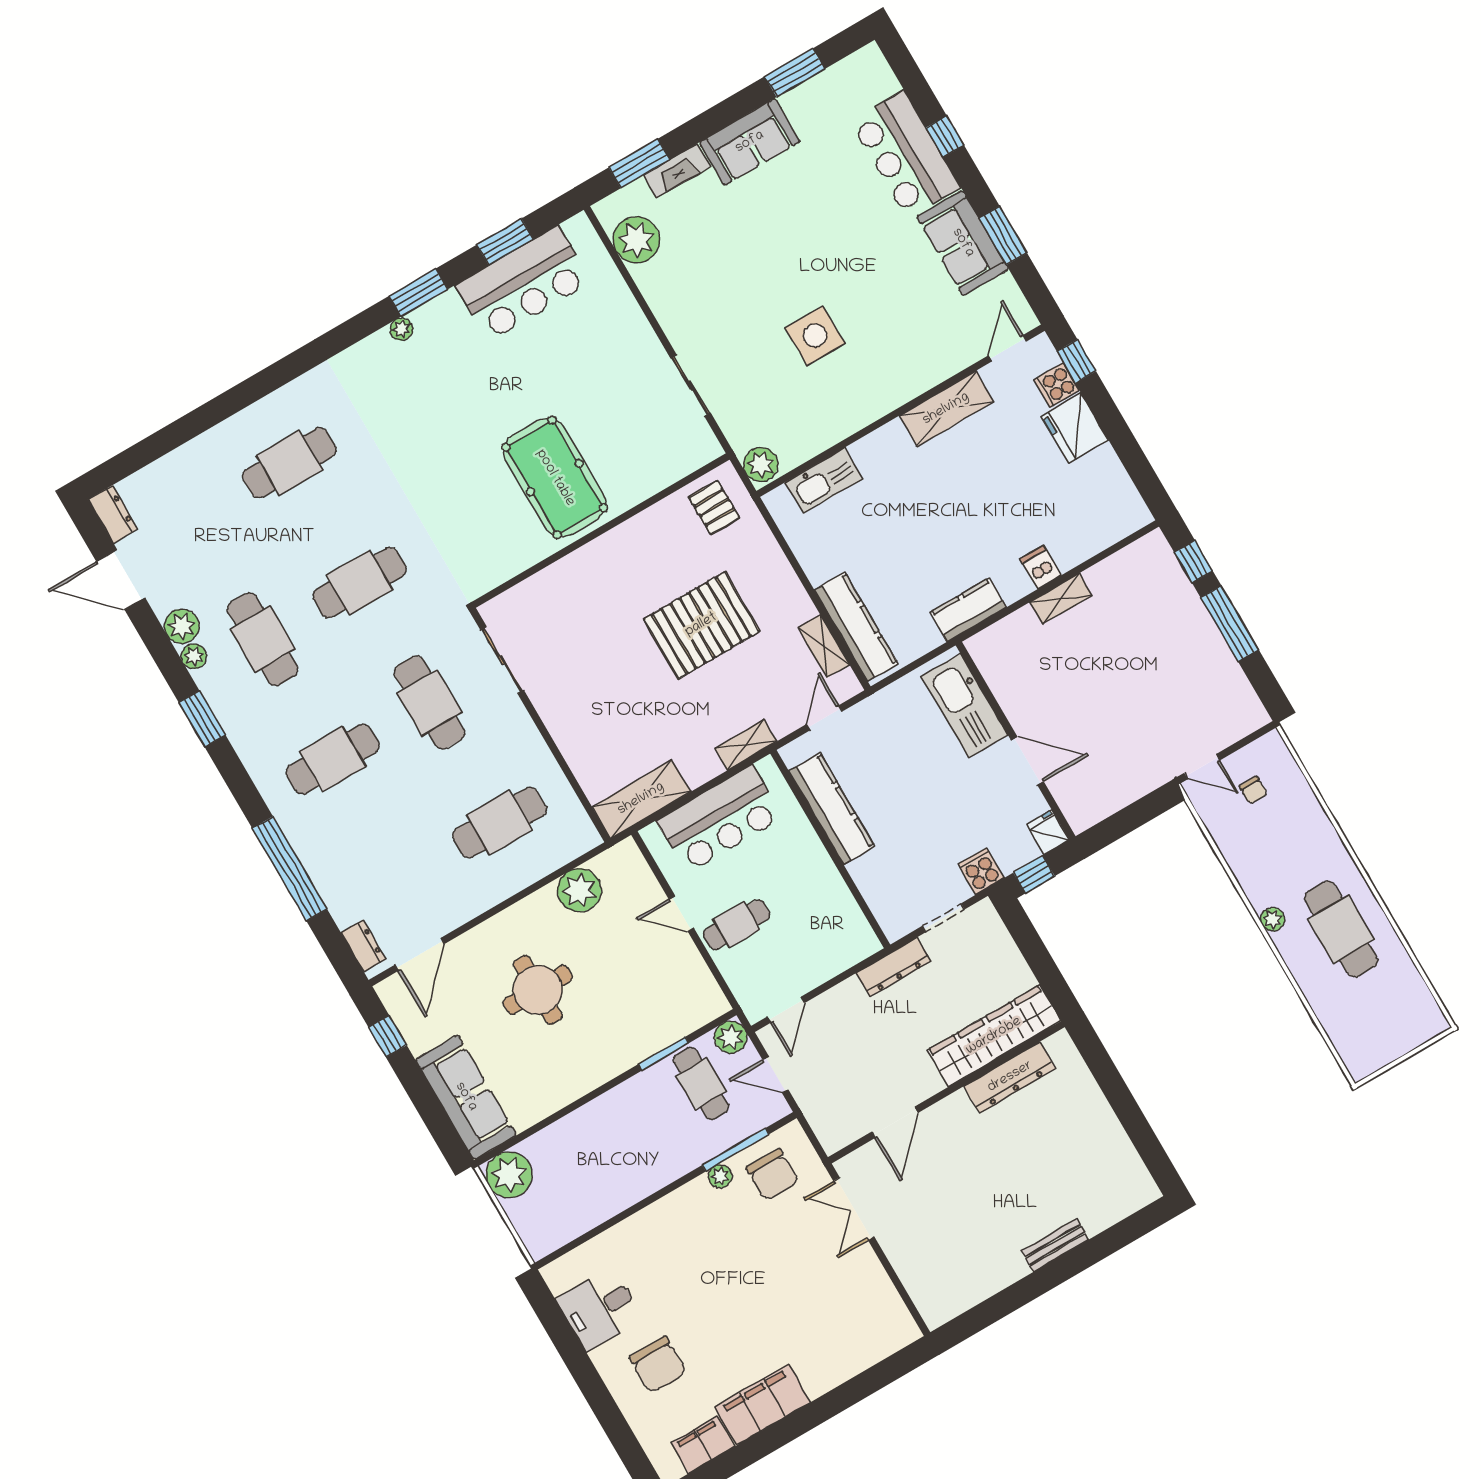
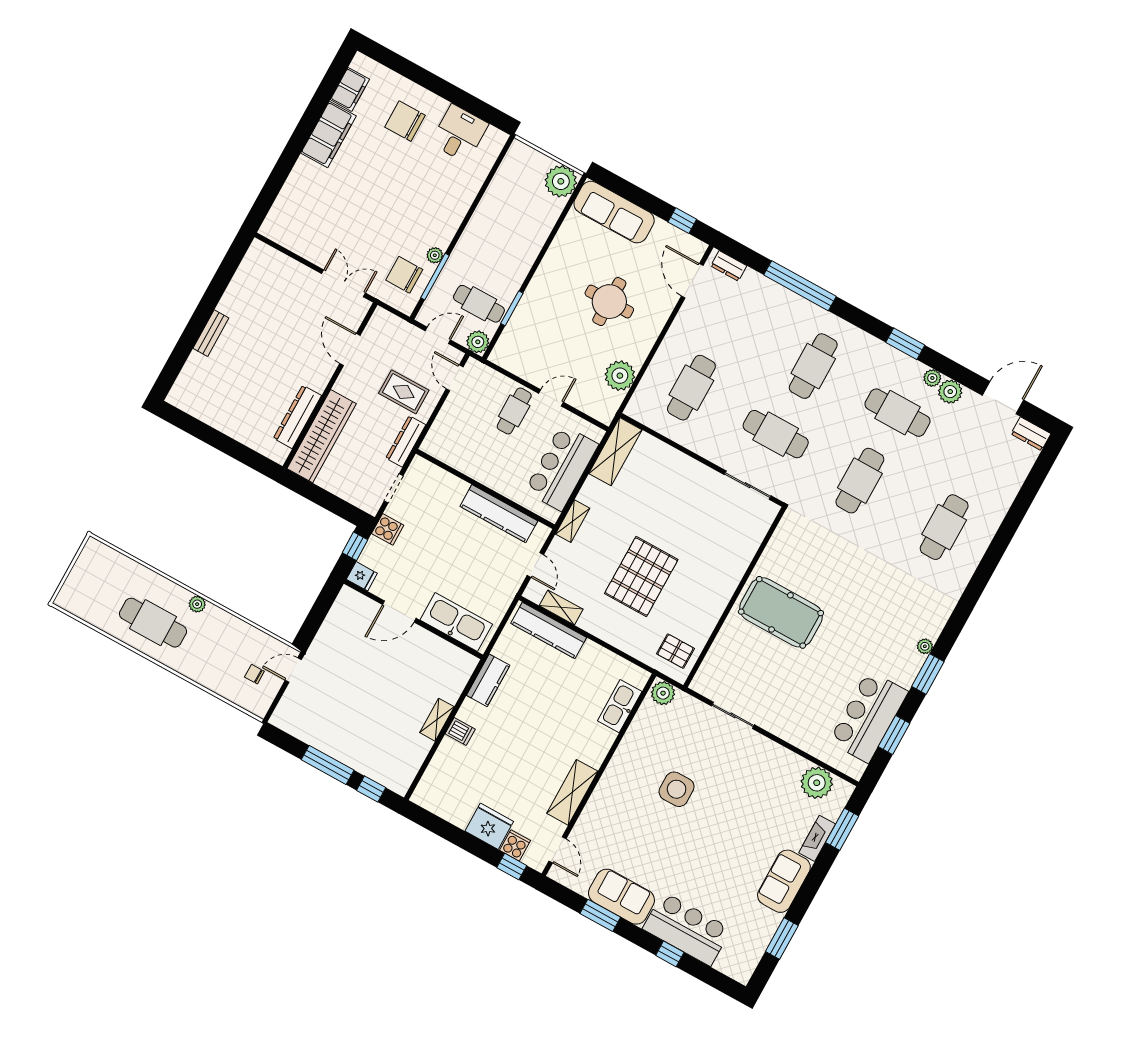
rug: (860, 1030) -> (404, 392), added

